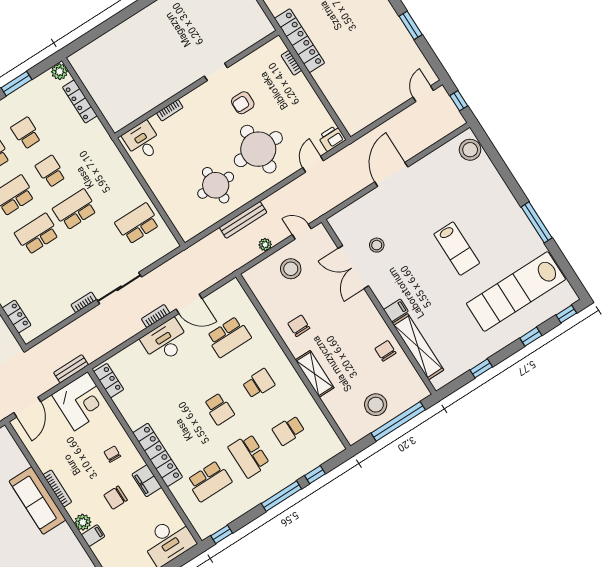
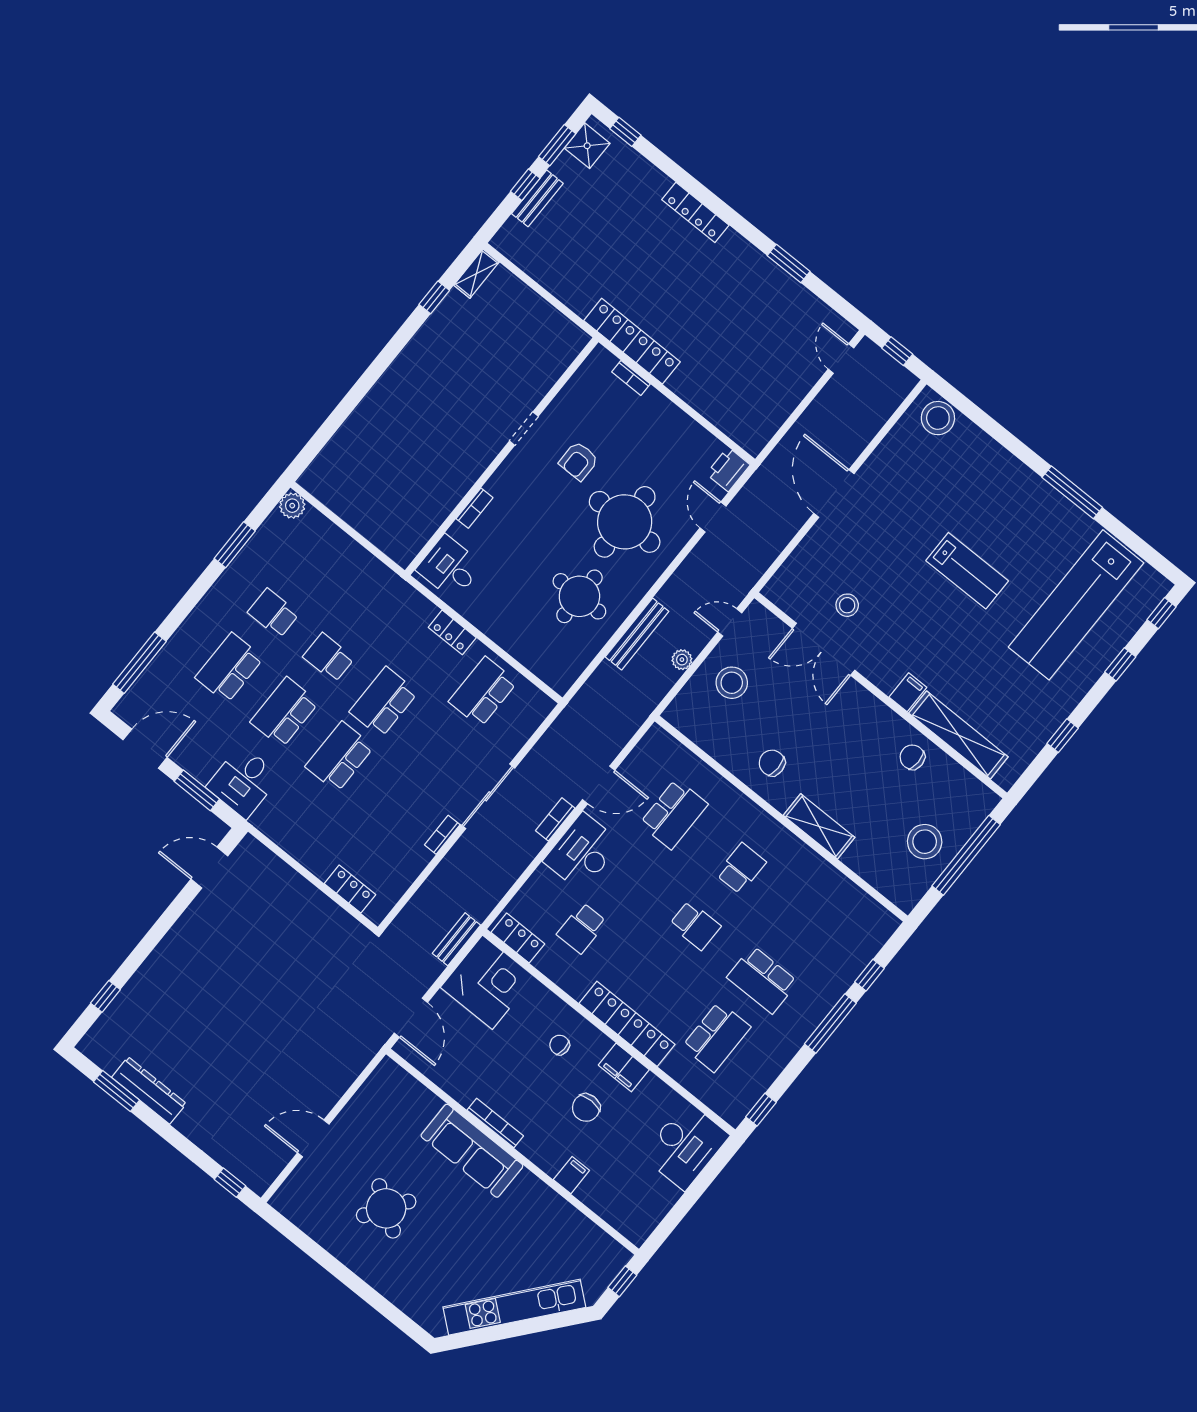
locker: (80, 101) -> (452, 632), moved, width x0.66
school desk: (289, 430) -> (582, 928), moved
plant: (83, 522) -> (550, 1160), removed

